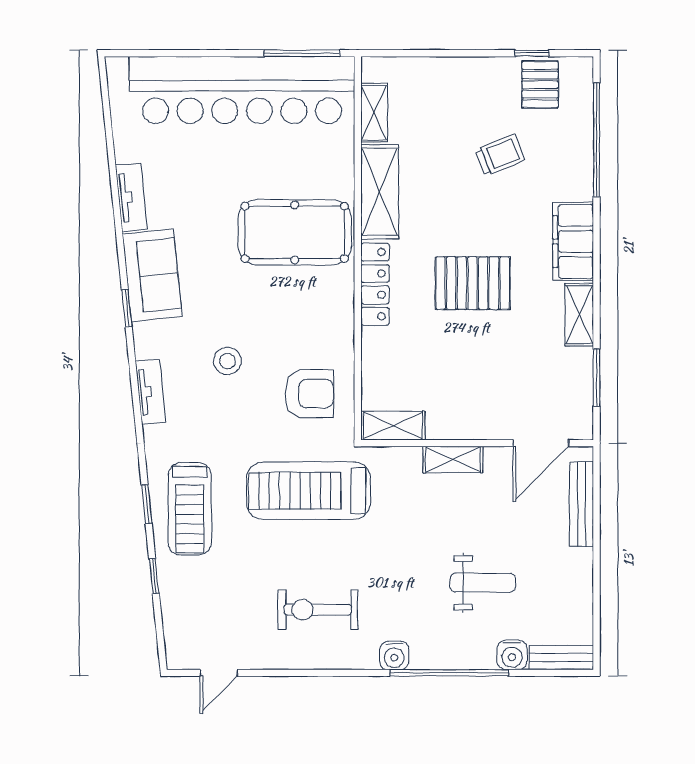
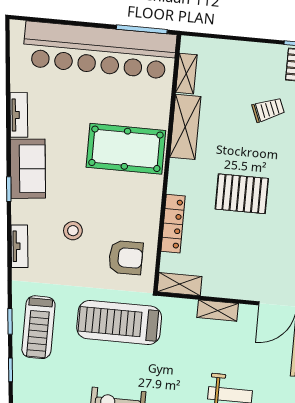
locker: (375, 284) -> (173, 224), moved

